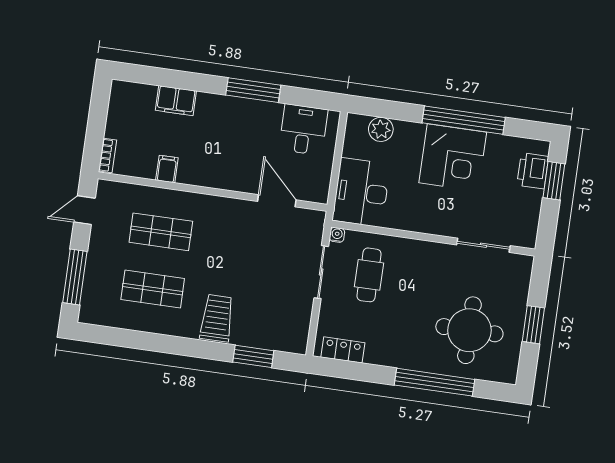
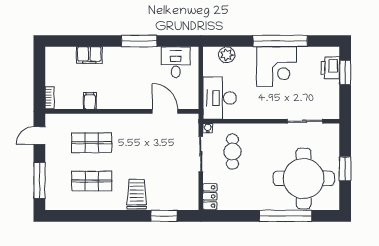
round table: (469, 330) -> (304, 178), width x1.36, depth x1.36
locker: (343, 350) -> (210, 196), moved, turned 90

